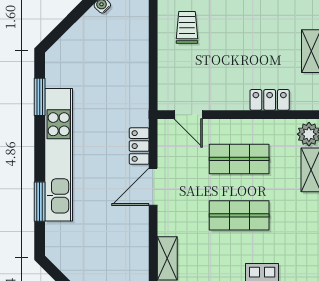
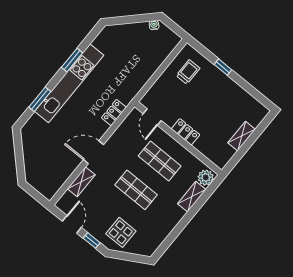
window: (40, 97) -> (72, 60), moved
locker: (270, 100) -> (186, 132), moved
door: (153, 187) -> (93, 152), moved

